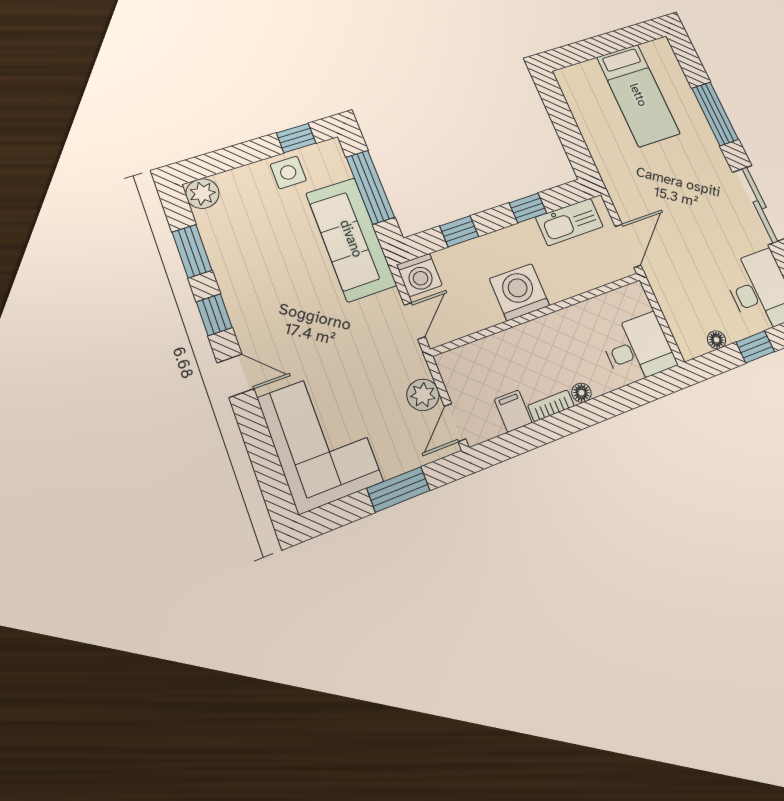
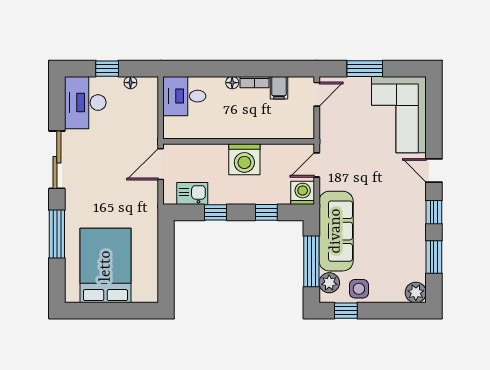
bed: (638, 95) -> (106, 266), width x1.50
kitchen sink: (569, 222) -> (192, 194), width x0.73
plant: (423, 395) -> (329, 283), moved

